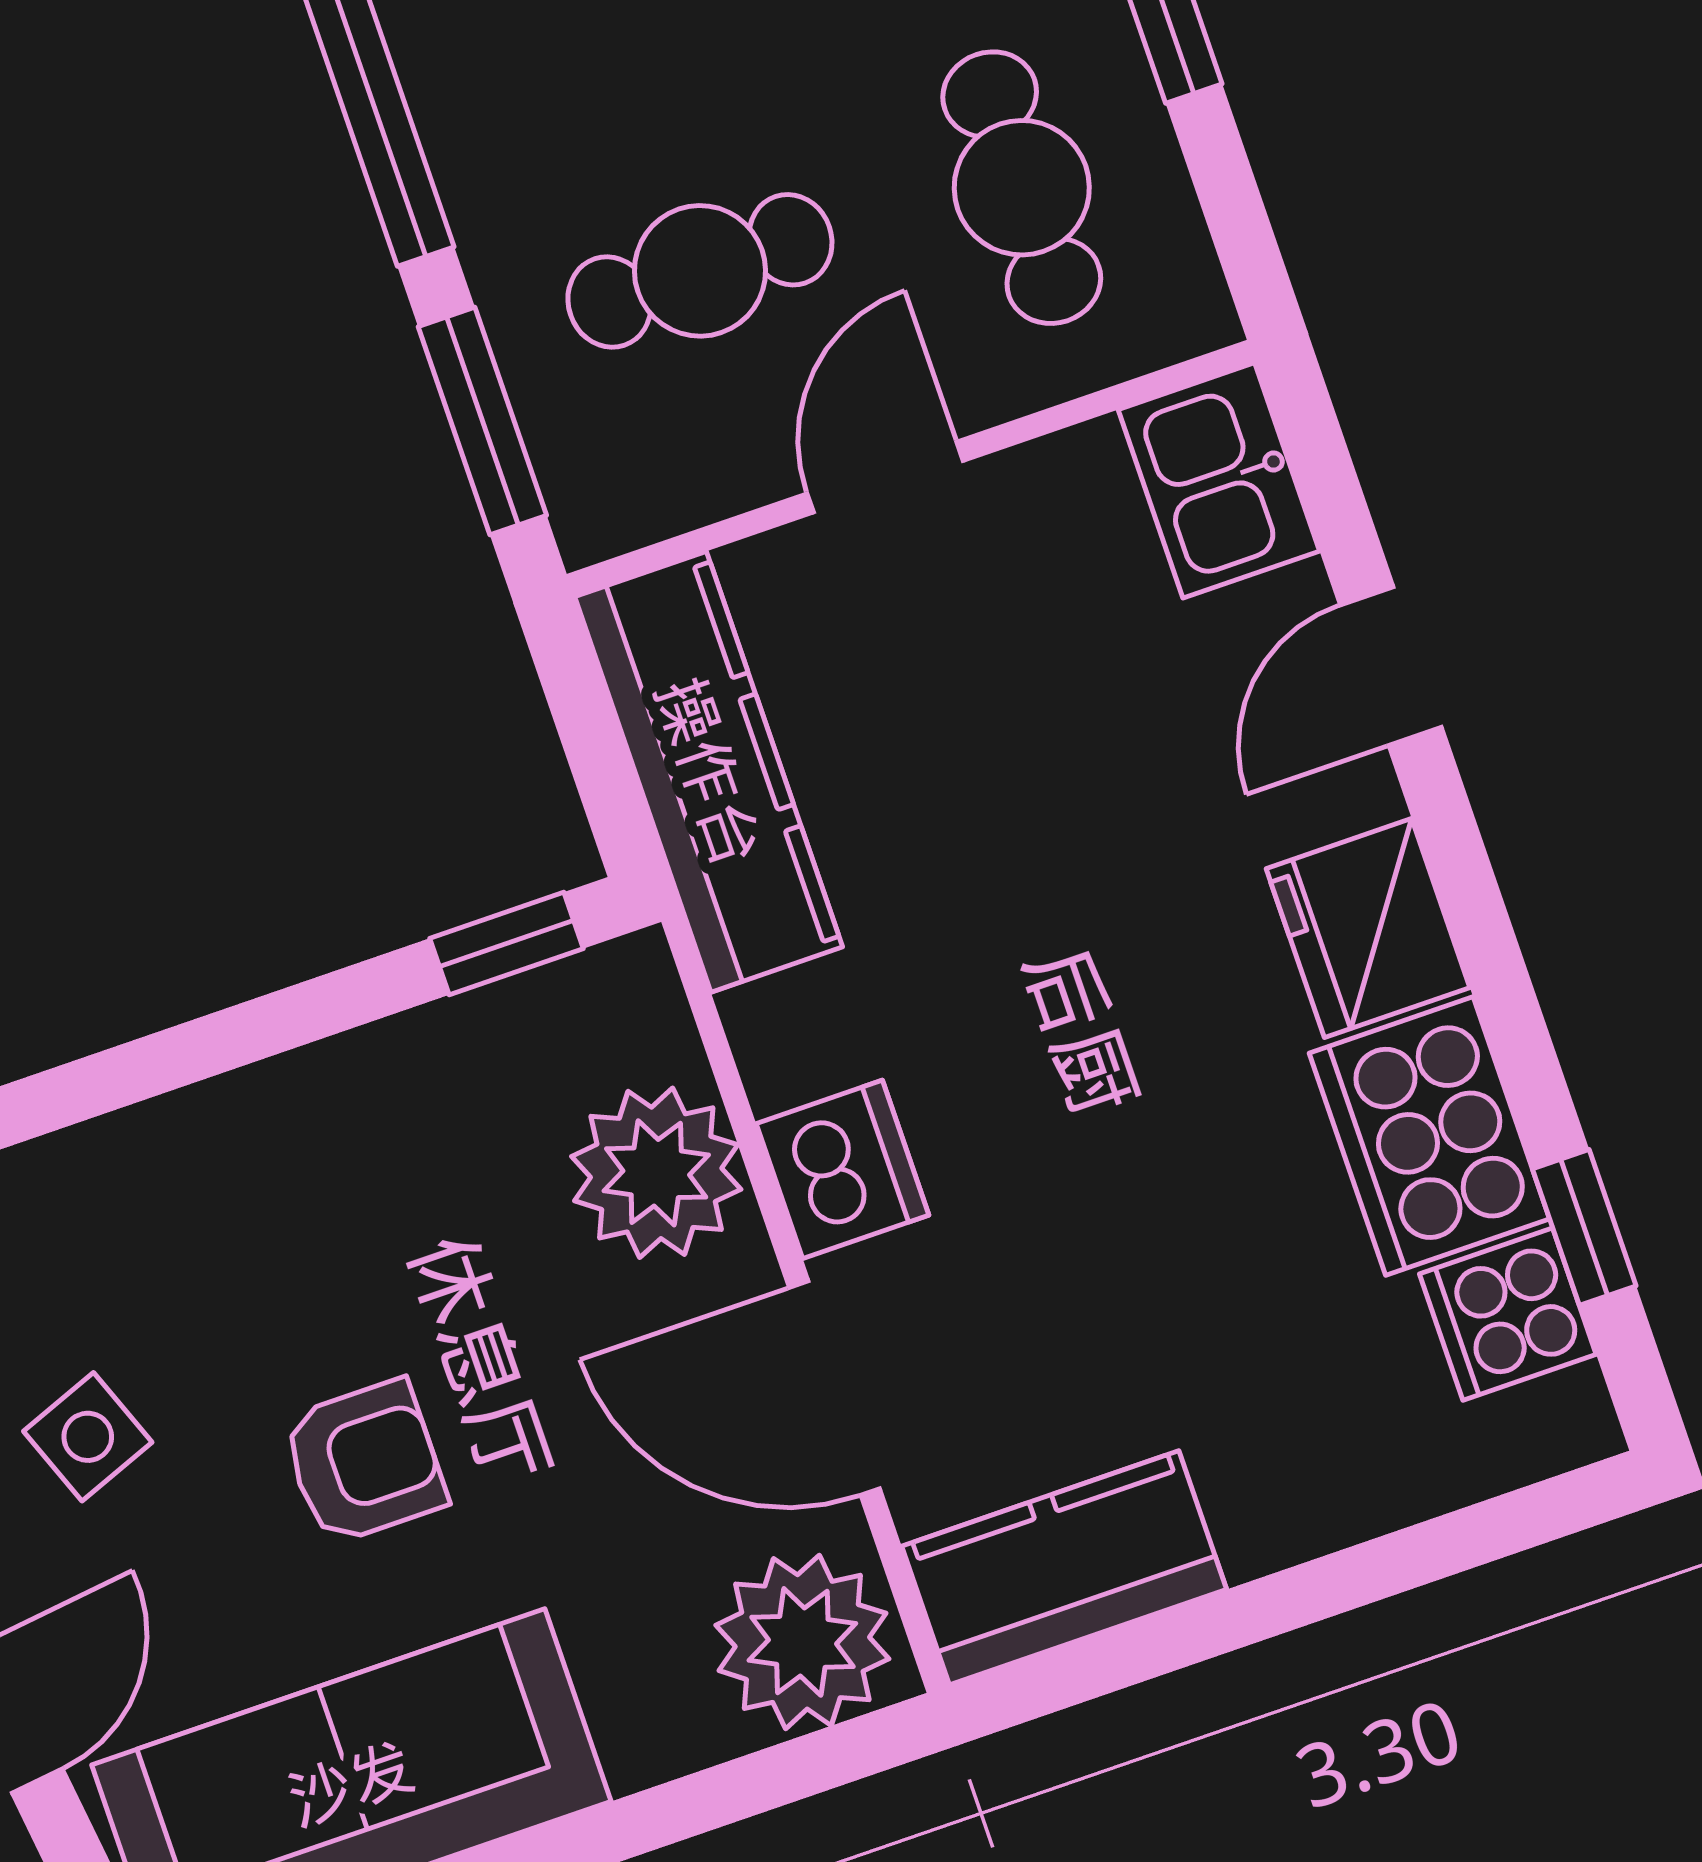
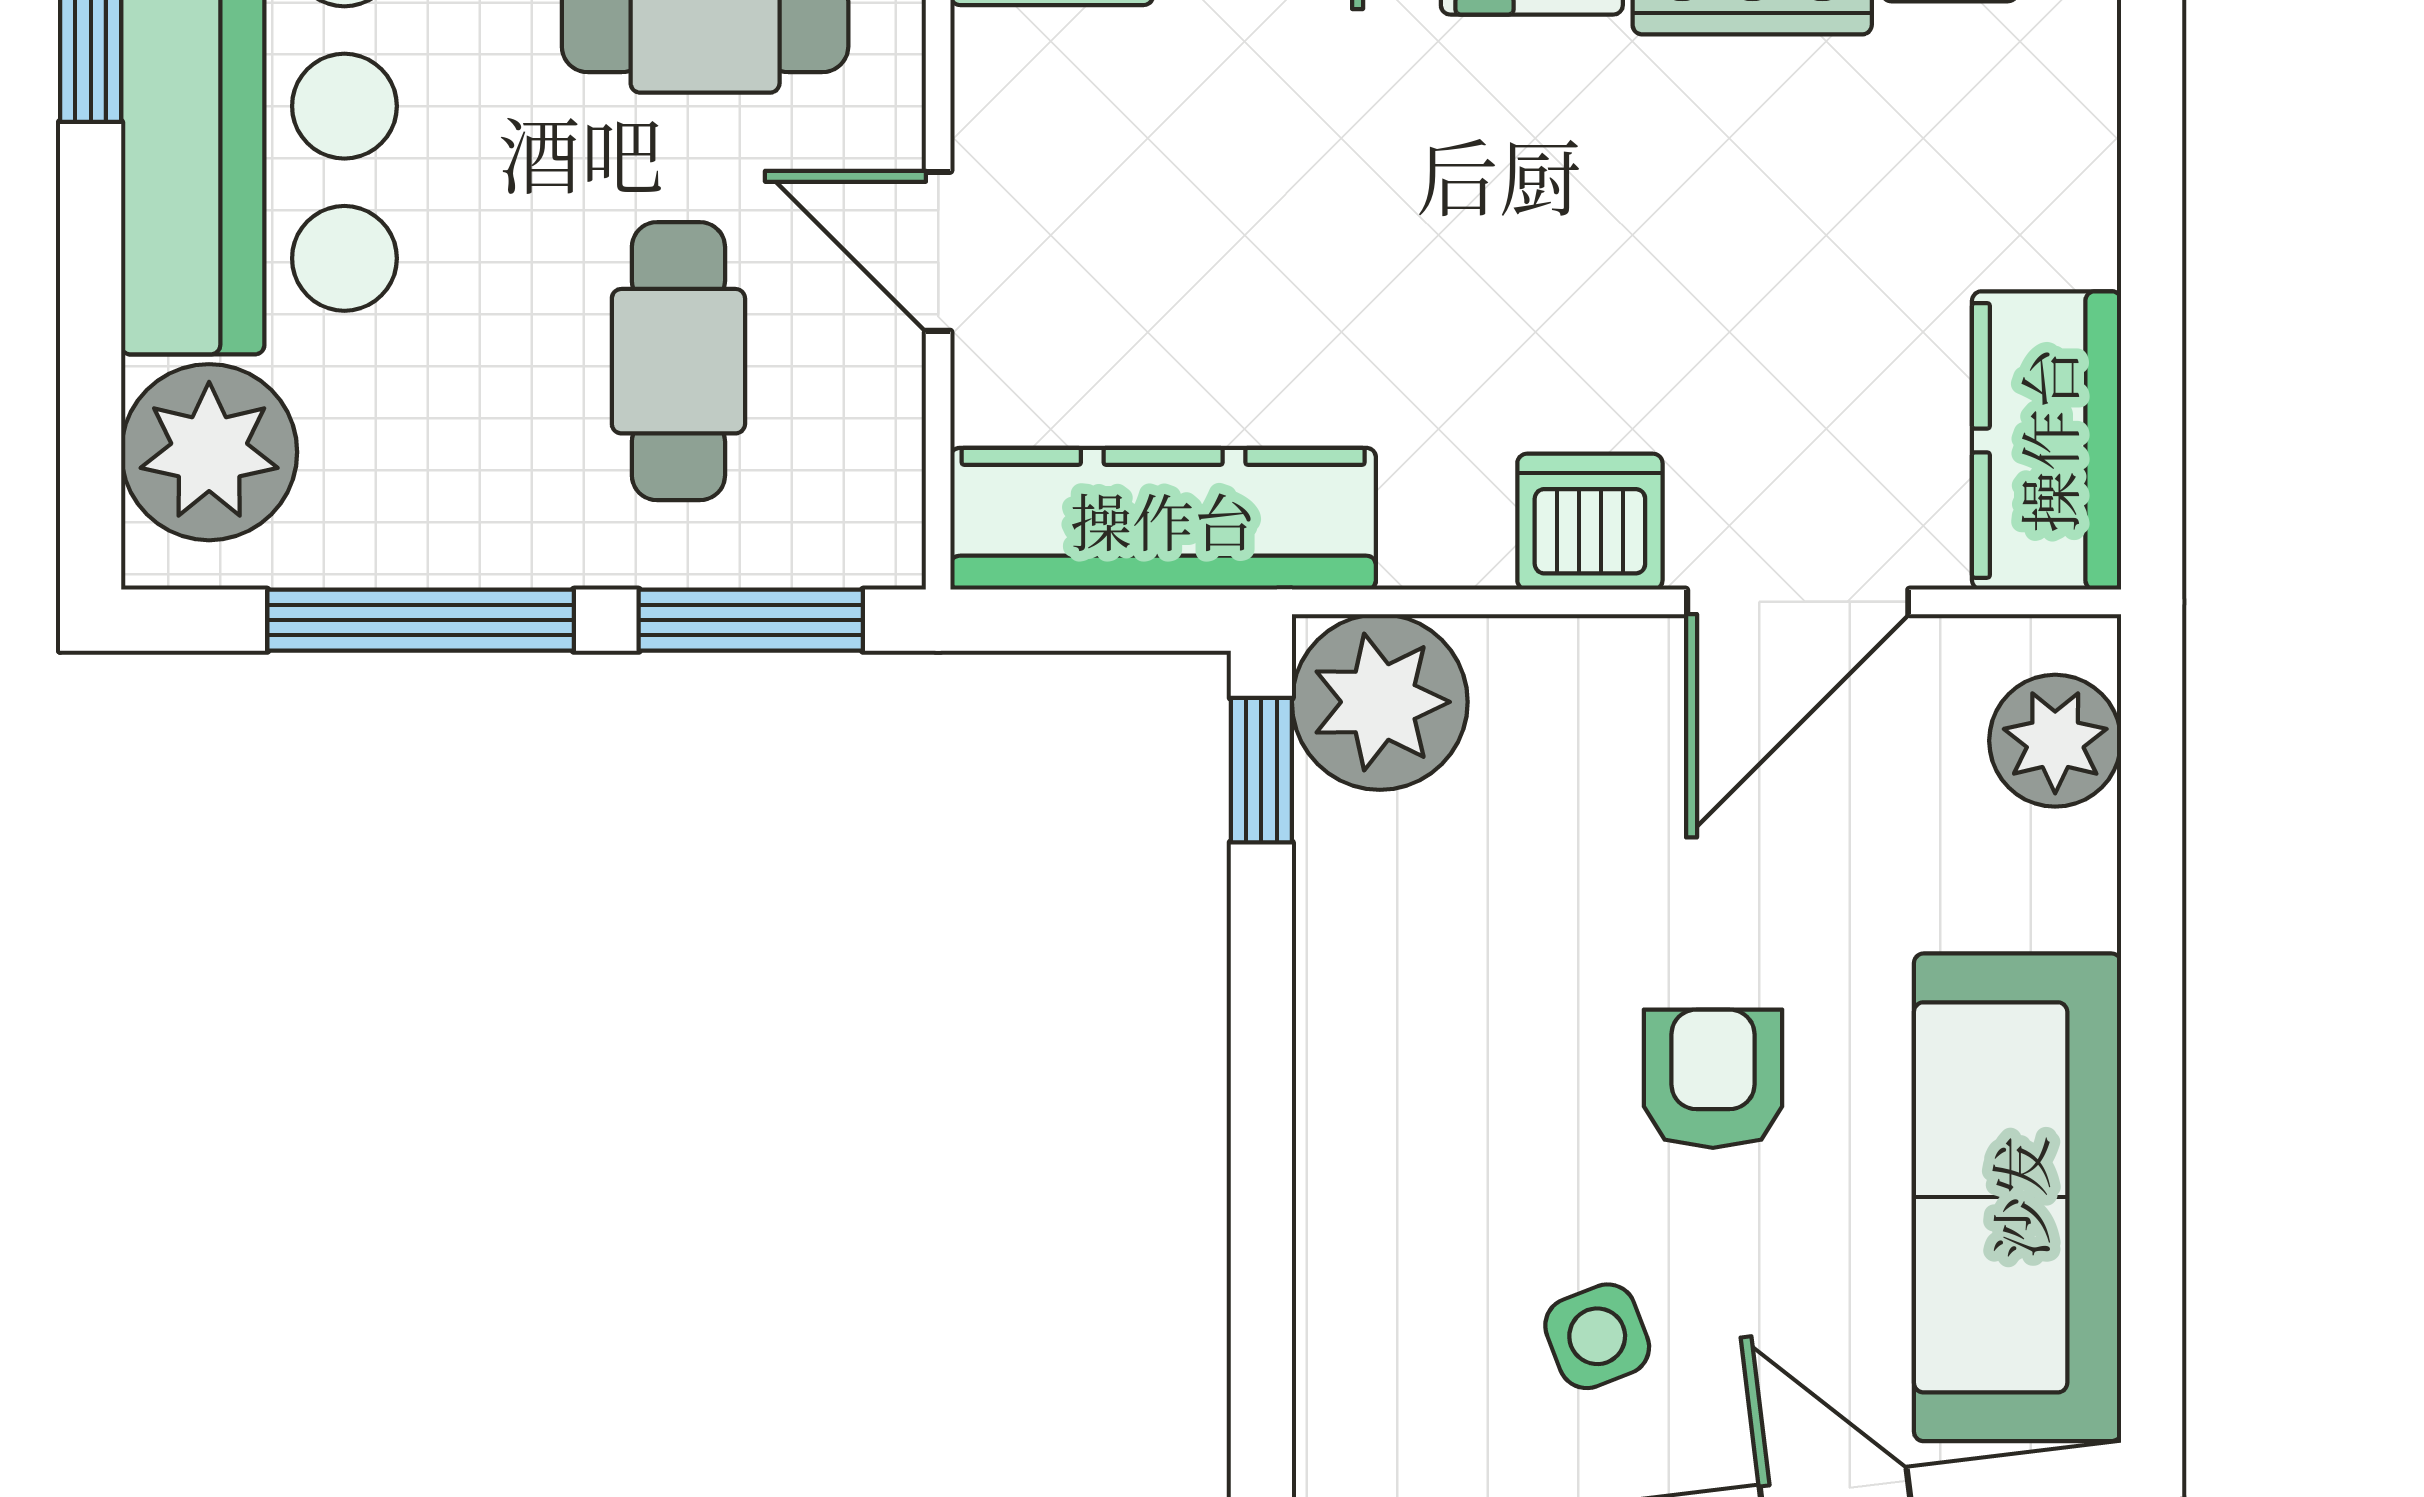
plant: (656, 1173) -> (1380, 702), moved
plant: (802, 1642) -> (2055, 741), width x0.73, depth x0.73

